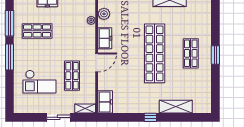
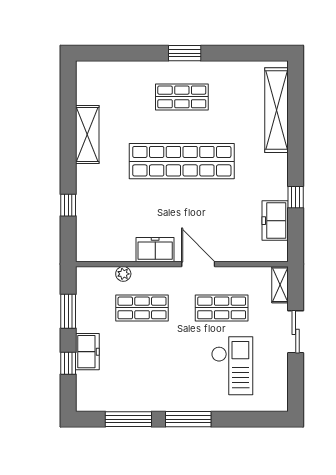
plant: (104, 14) -> (112, 251), removed
shop shelf: (37, 31) -> (142, 308), moved, turned 90
freezer: (105, 102) -> (275, 221), moved, turned -90
shelving: (176, 107) -> (276, 110), width x1.47
window: (150, 117) -> (296, 197), moved

